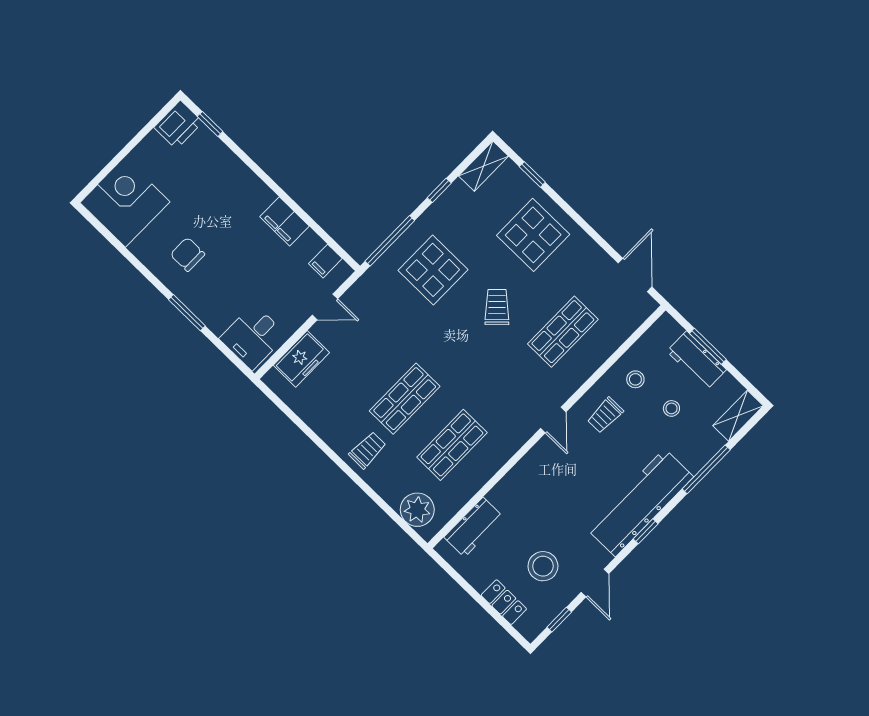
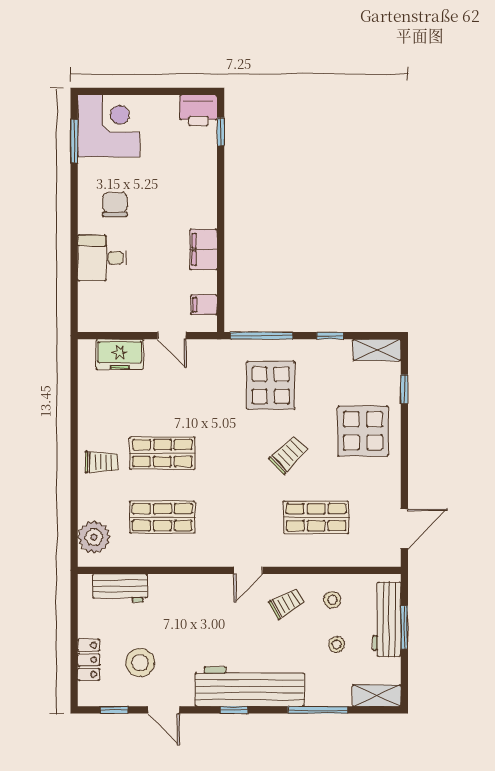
window: (187, 313) -> (74, 141), moved
desk: (253, 337) -> (102, 258), moved
workbench: (697, 360) -> (387, 619), width x1.38
trolley: (605, 415) -> (287, 603), turned 150
door: (595, 583) -> (164, 710), hinge flipped

